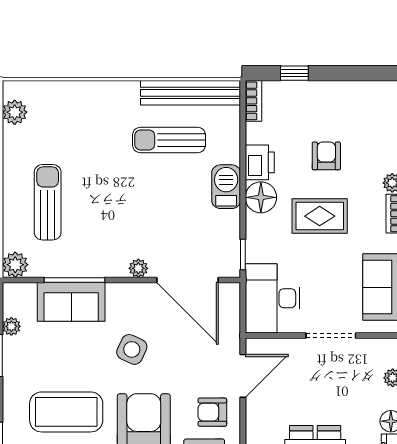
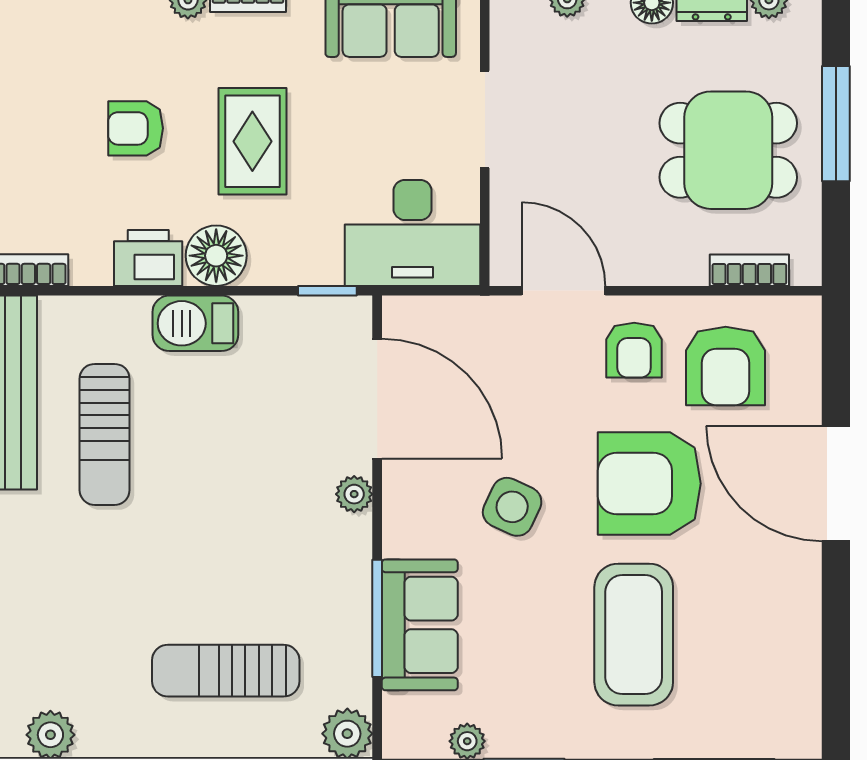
door: (187, 280) -> (377, 399), hinge flipped

